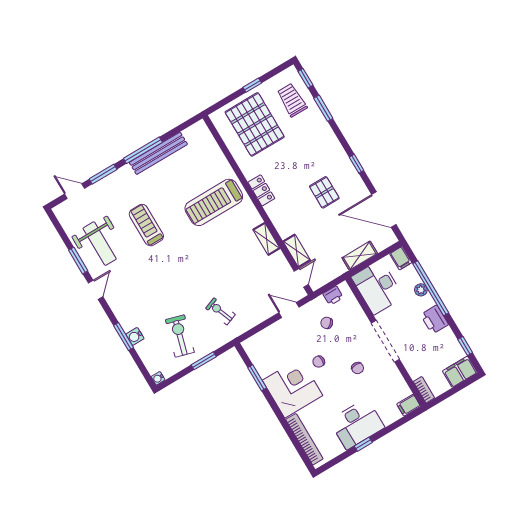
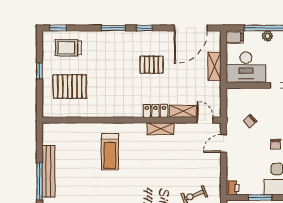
window: (323, 108) -> (113, 28), moved
pallet: (255, 124) -> (70, 87), width x0.73, depth x0.71
locker: (261, 190) -> (155, 111), moved
treadmill: (214, 202) -> (110, 152), width x0.73, depth x0.73
printer: (333, 296) -> (233, 188), moved

